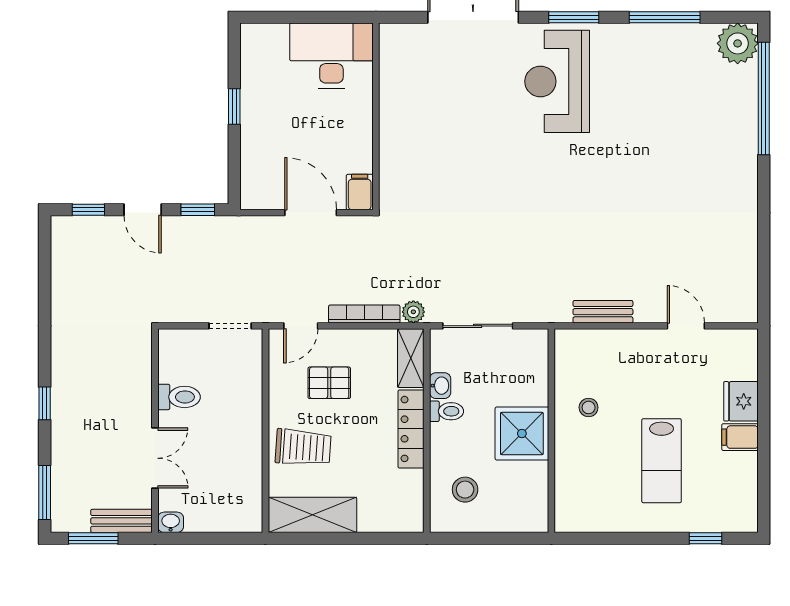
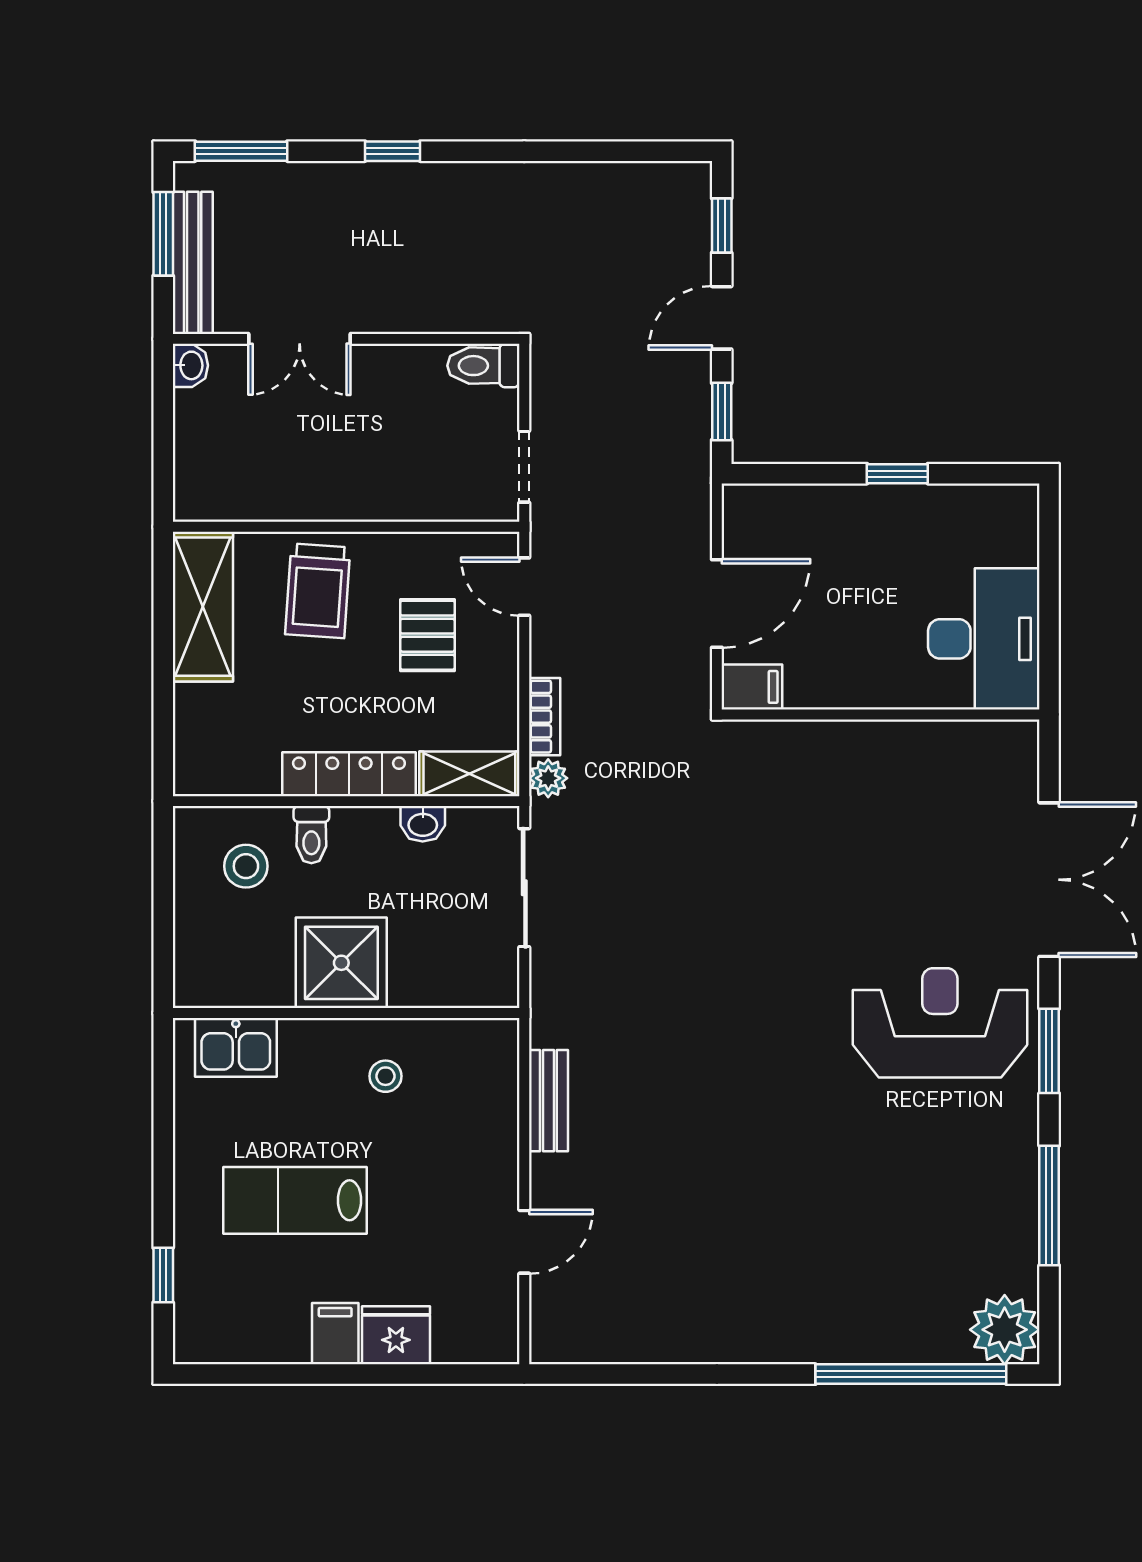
bookcase: (364, 314) -> (545, 717), width x0.64
toilet: (179, 397) -> (483, 366), moved, turned 90
toilet: (447, 411) -> (311, 835), moved
kitchen sink: (572, 496) -> (236, 1047), added
bench: (121, 521) -> (193, 263), width x1.36

